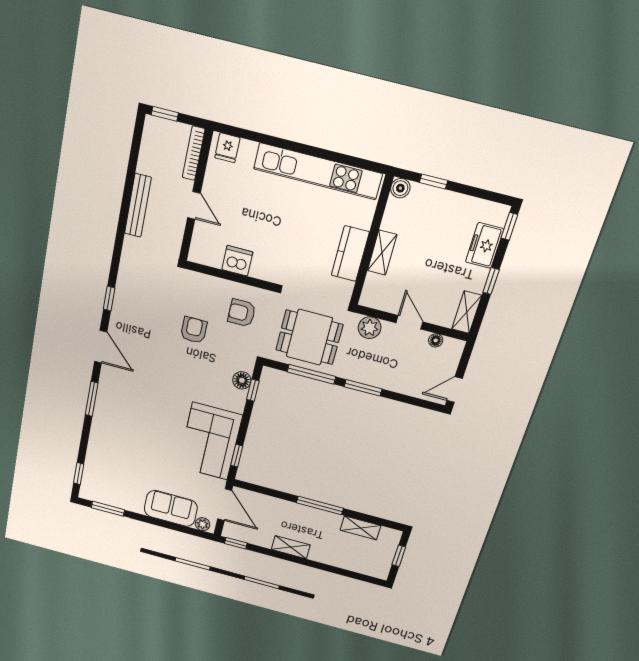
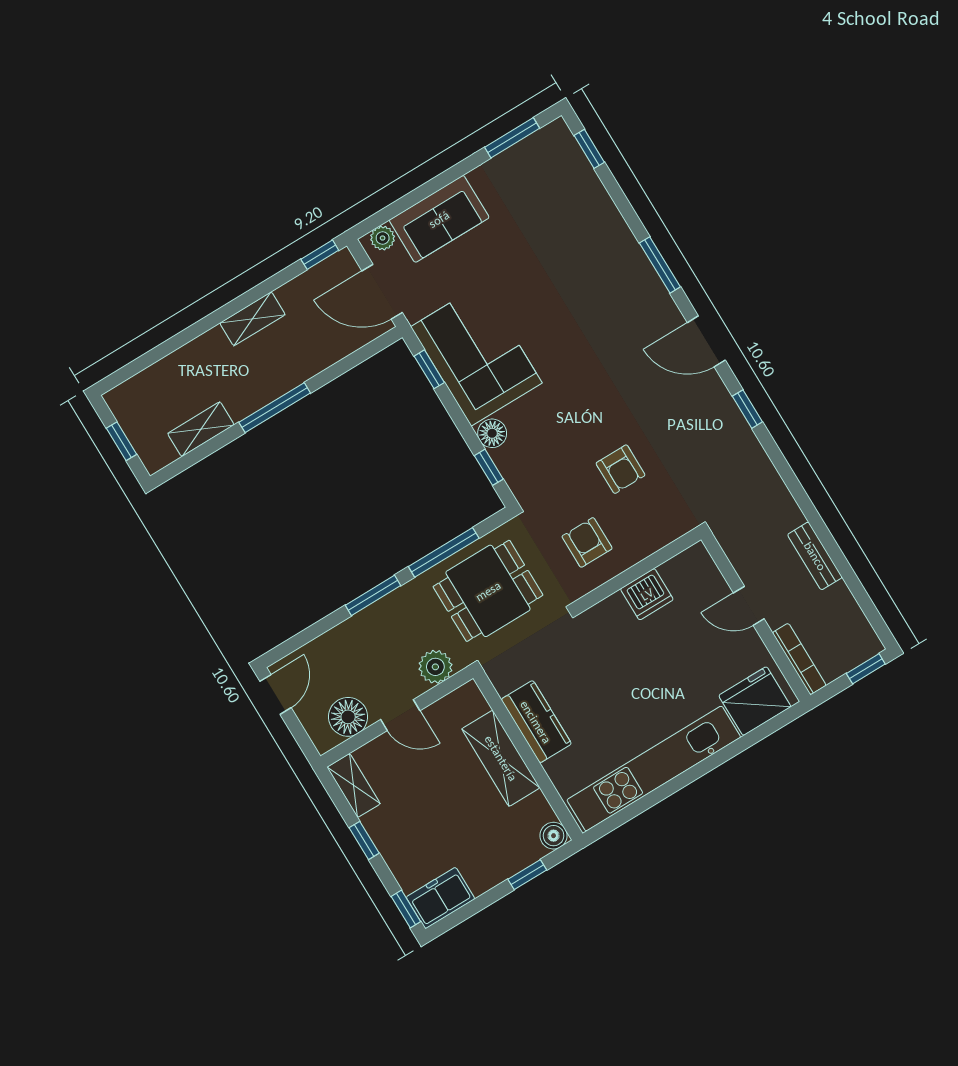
fridge: (227, 148) -> (755, 701), width x1.88, depth x1.34
bench: (138, 205) -> (815, 556), width x0.73
freezer: (485, 245) -> (440, 898), moved, turned -90
shelving: (382, 253) -> (501, 758), width x1.50, depth x1.33
armchair: (242, 313) -> (587, 542), turned -90
floor lamp: (436, 340) -> (348, 717), width x1.89, depth x1.89
floor lamp: (242, 380) -> (492, 433), moved

